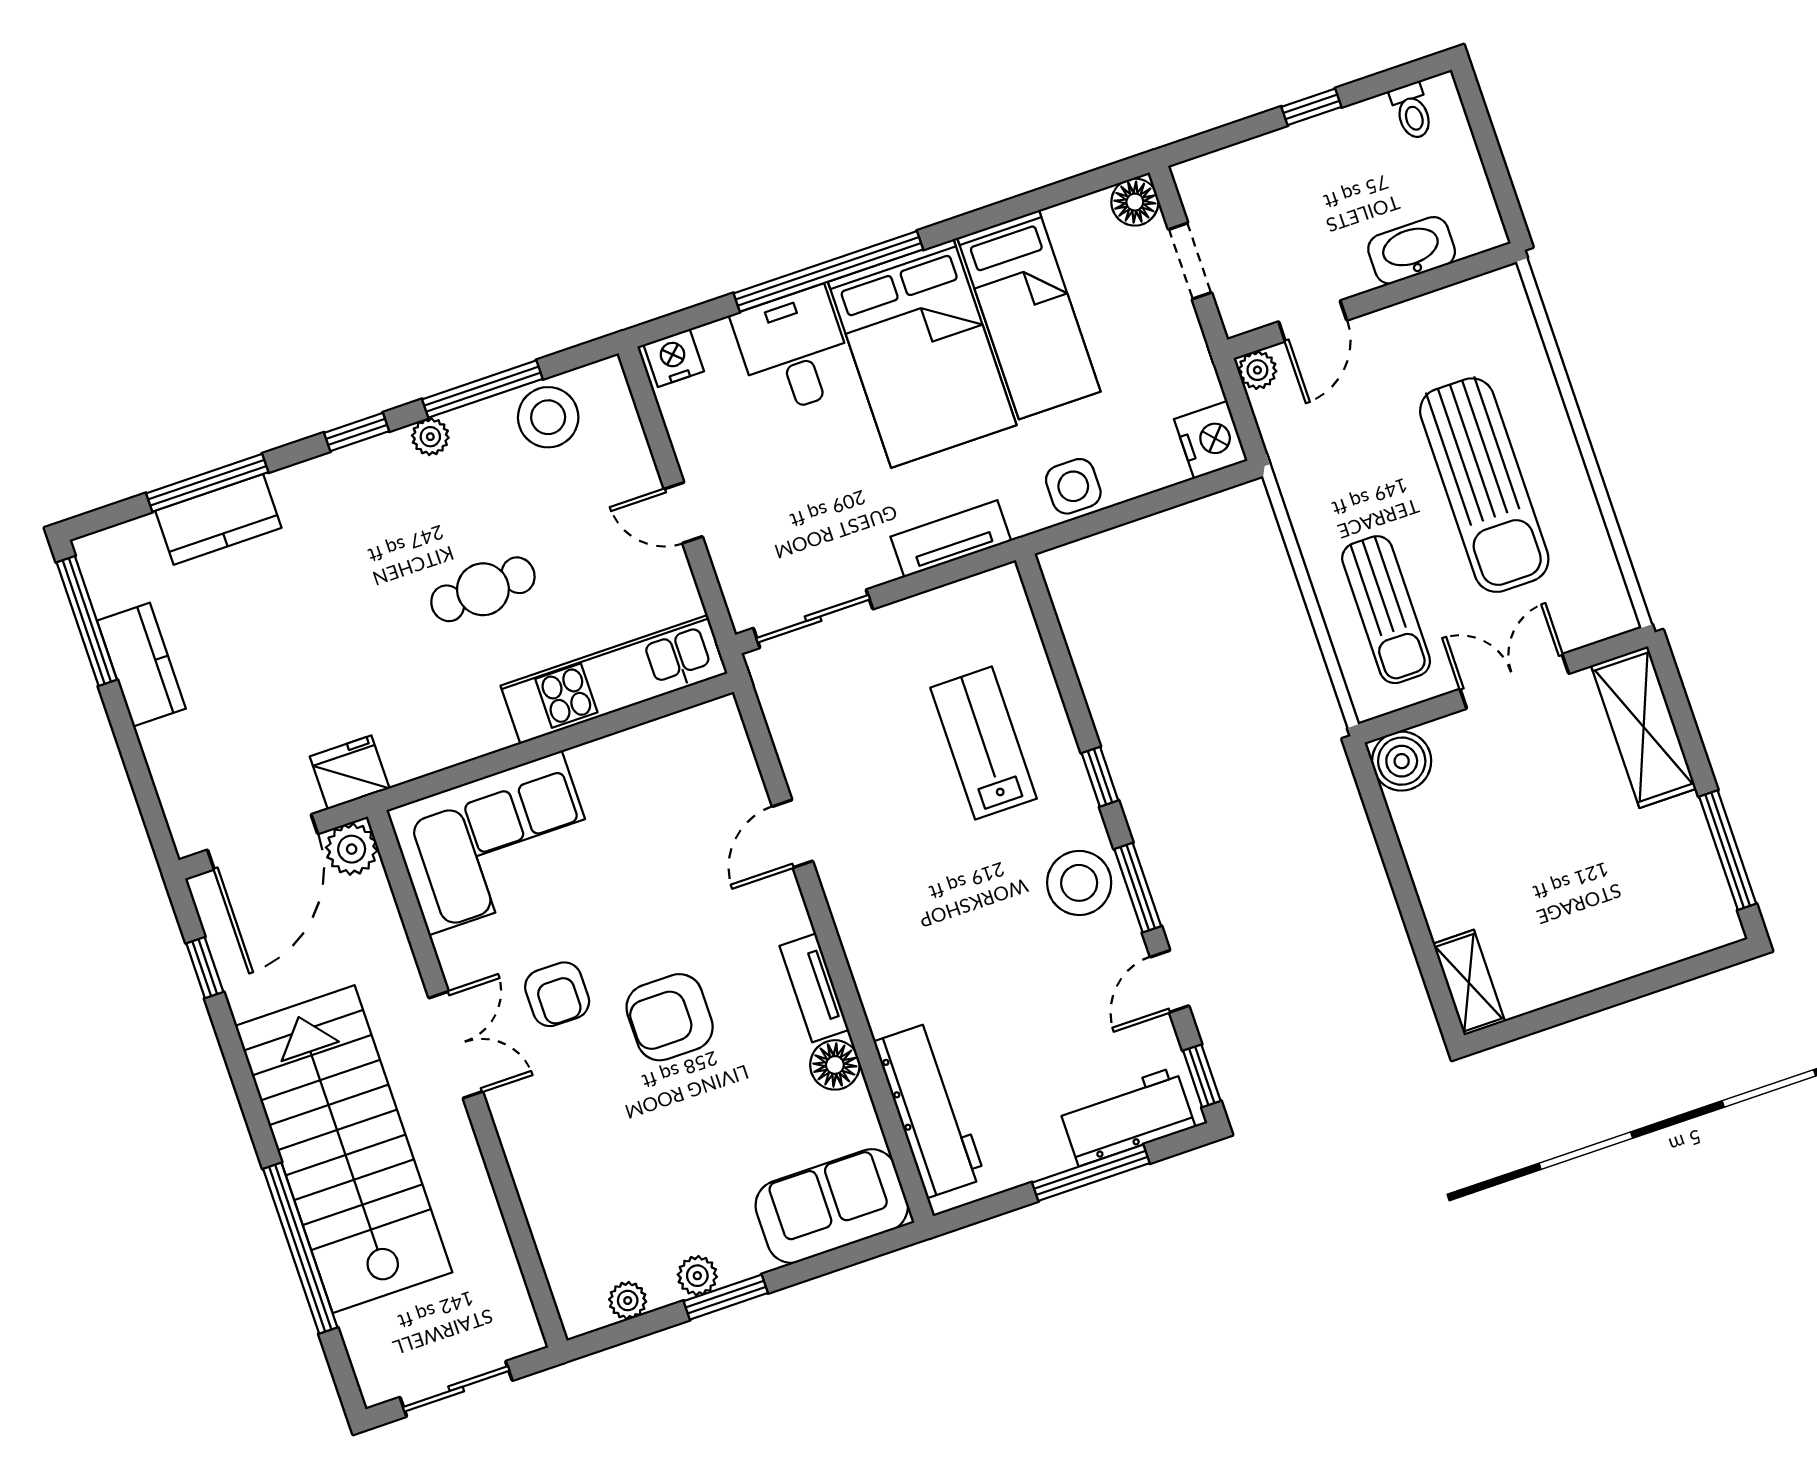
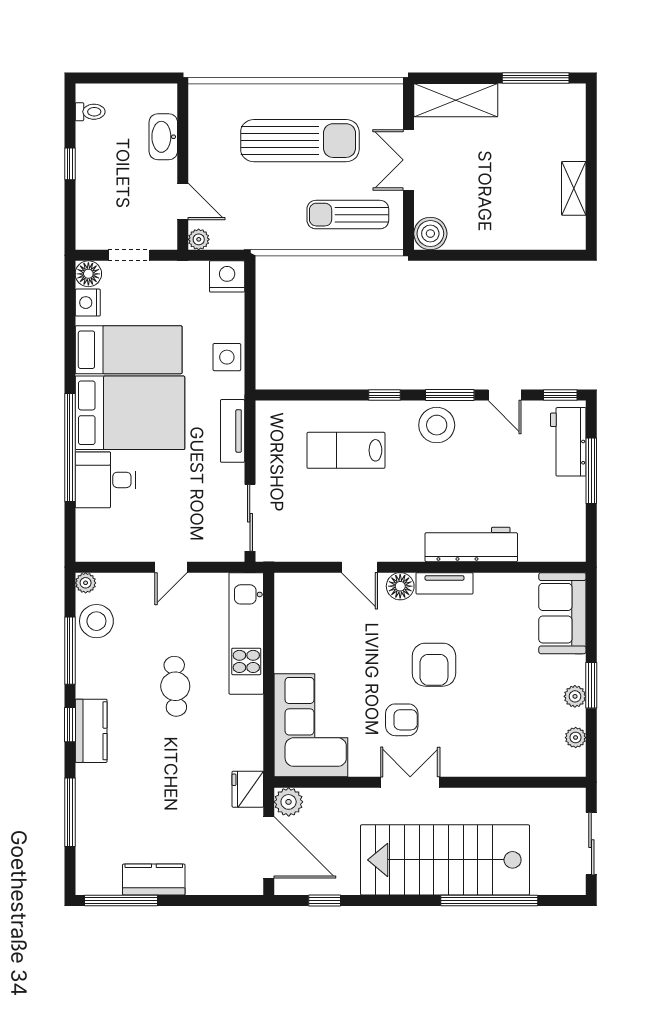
nightstand: (674, 358) -> (88, 303), moved
plant: (430, 437) -> (86, 583), moved
kitchen counter: (218, 519) -> (91, 731), moved
sun lounger: (1386, 610) -> (348, 215), turned 180
shelving: (1469, 983) -> (574, 188), moved, turned 90
floor lamp: (835, 1065) -> (400, 586), moved
workbench: (930, 1110) -> (471, 544), moved

